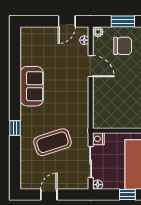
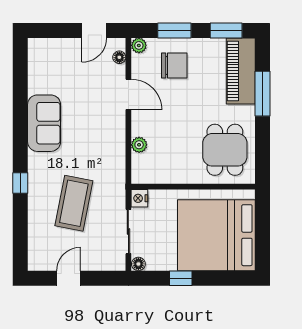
plant: (98, 101) -> (139, 145), added
coffee table: (53, 142) -> (74, 203), turned -61

